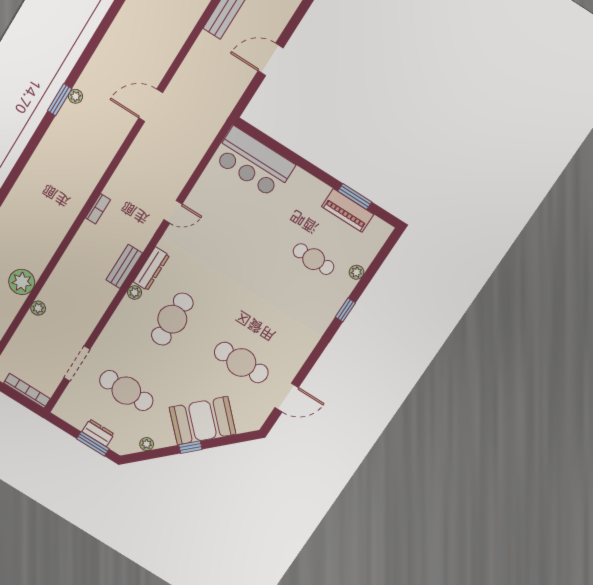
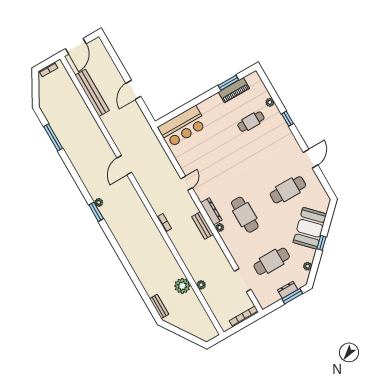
door: (287, 398) -> (311, 159), moved

